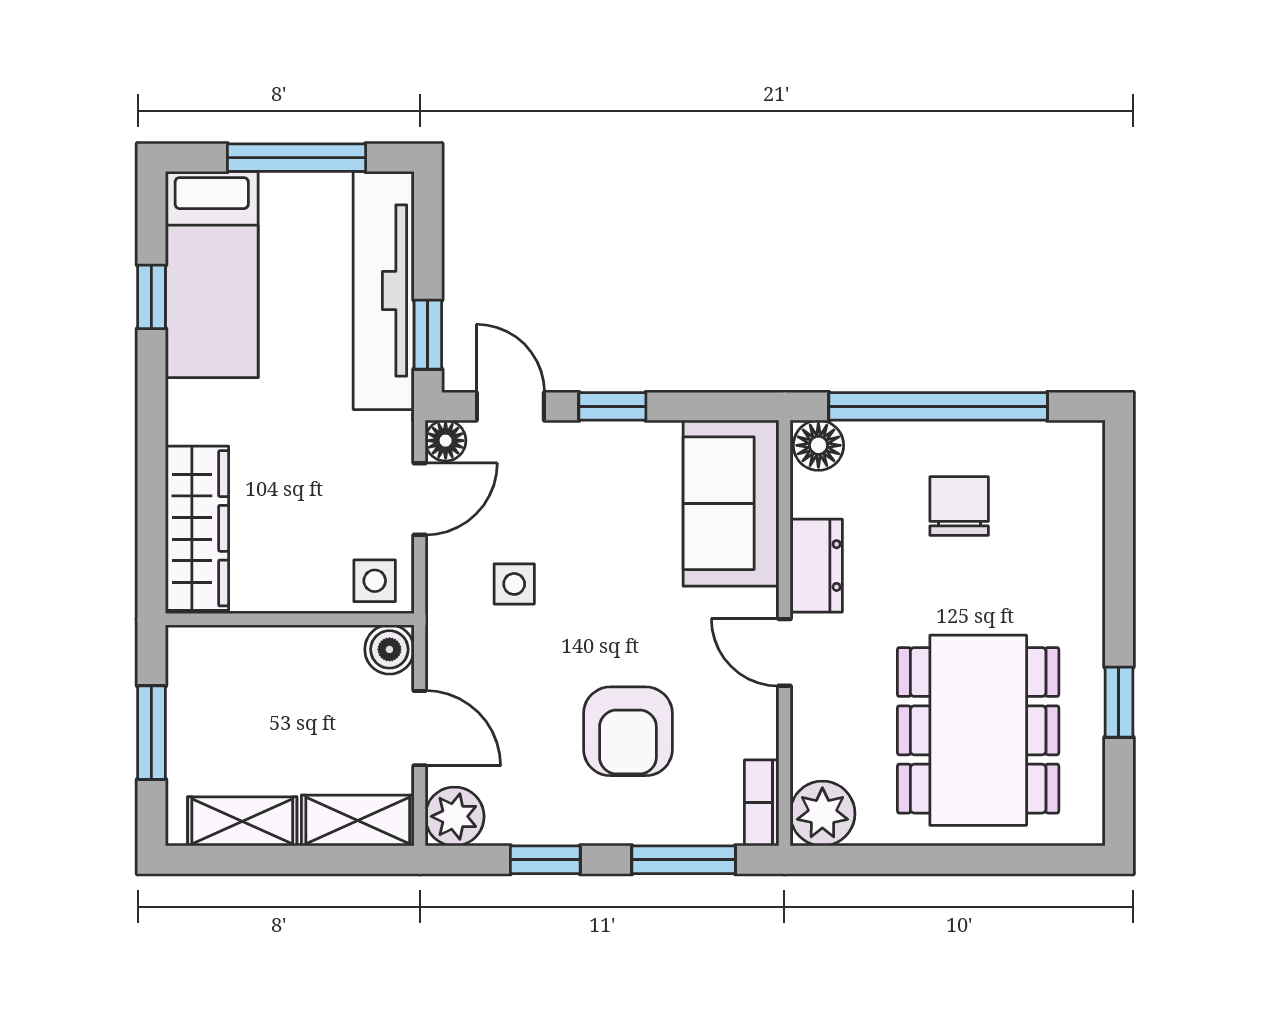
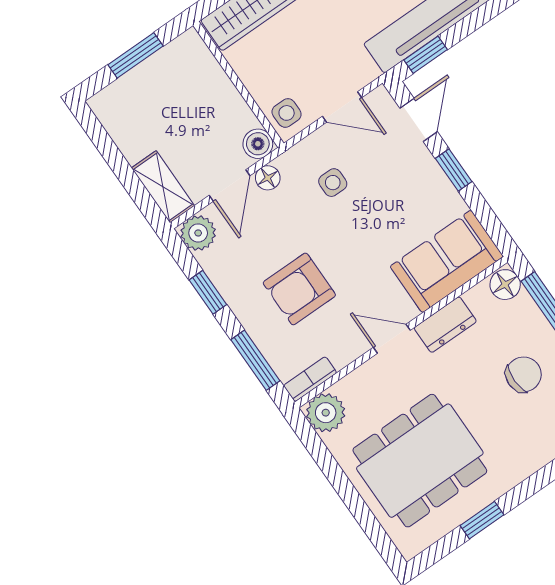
floor lamp: (446, 441) -> (268, 178), moved
door: (784, 652) -> (392, 339), hinge flipped
shelving: (242, 821) -> (123, 130), removed

